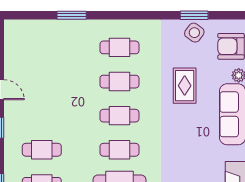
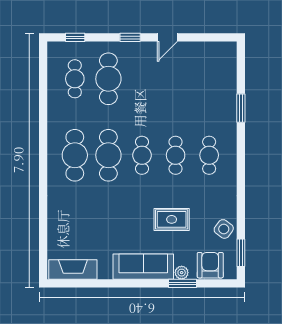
window: (194, 15) -> (241, 253), moved
cafe table: (42, 150) -> (108, 79), width x1.37, depth x1.35
cafe table: (119, 150) -> (108, 155), width x1.37, depth x1.35

